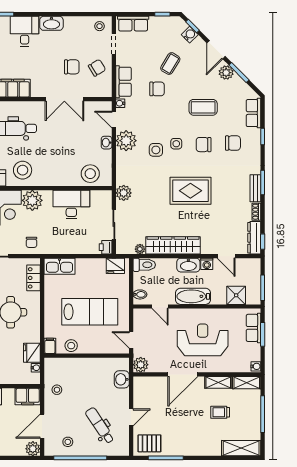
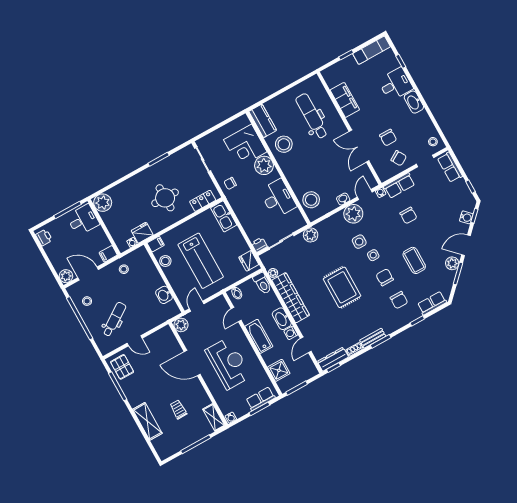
coffee table: (170, 64) -> (435, 215), removed
washbasin: (122, 379) -> (164, 295), moved, turned -90
shelving: (218, 382) -> (201, 395), removed
filing cabinet: (28, 396) -> (108, 254), width x0.50
shelving: (241, 448) -> (147, 421), moved

